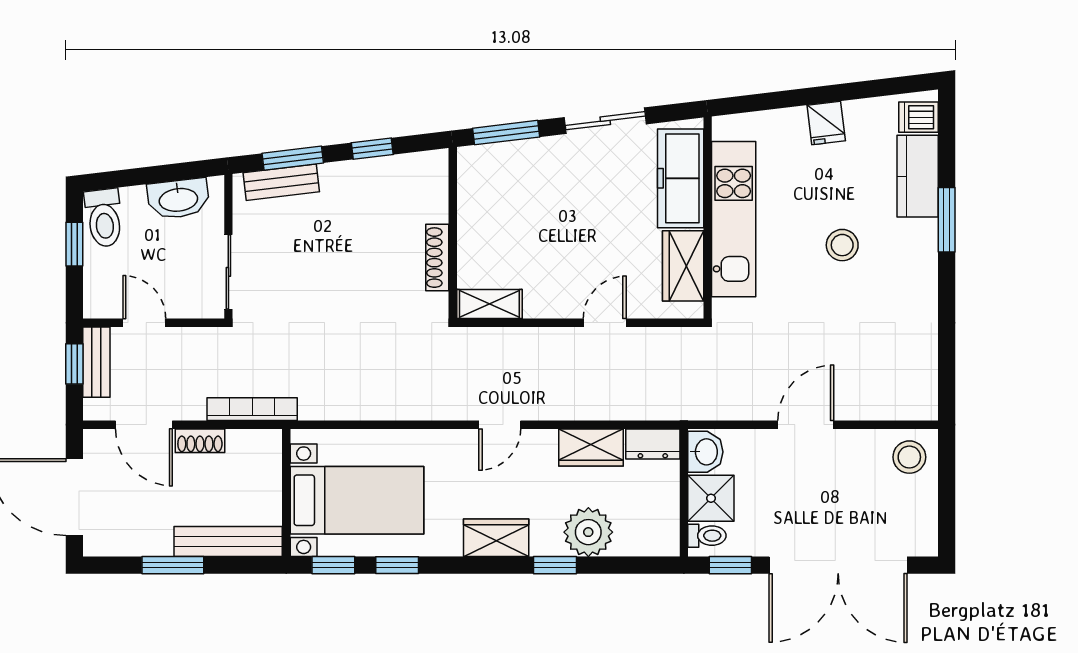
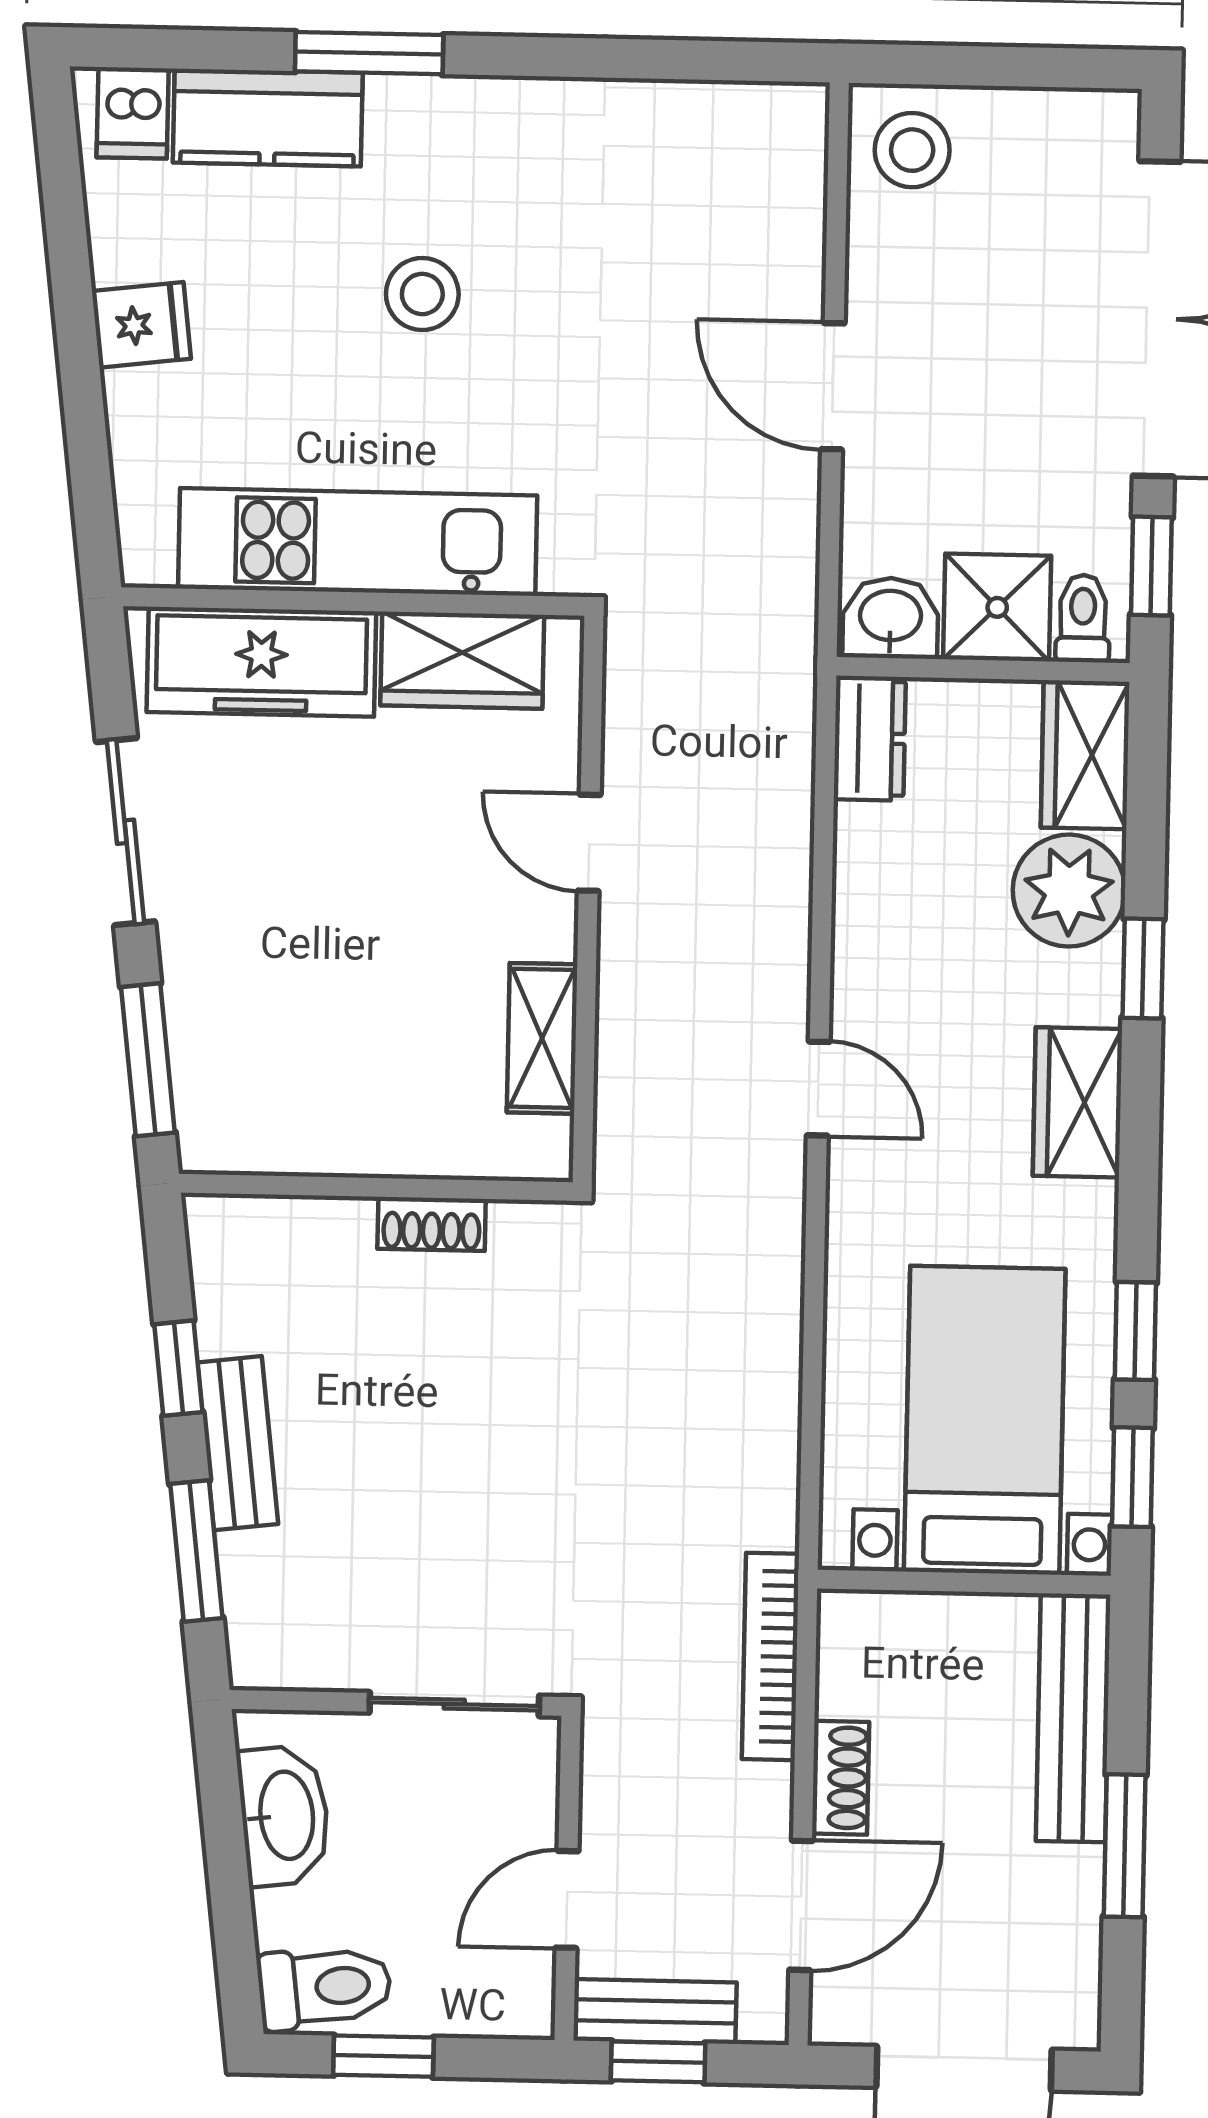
bench: (281, 182) -> (238, 1443), moved
shoe rack: (437, 258) -> (432, 1224), width x0.70
shelving: (489, 304) -> (542, 1038), moved
wardrobe: (591, 447) -> (1085, 755), moved, turned 180

